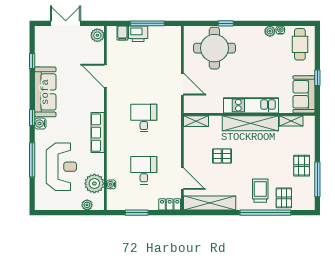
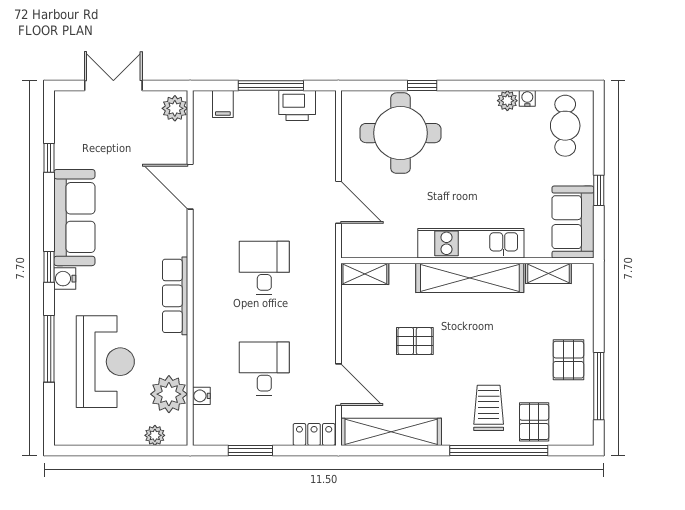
printer: (138, 34) -> (297, 106), moved

